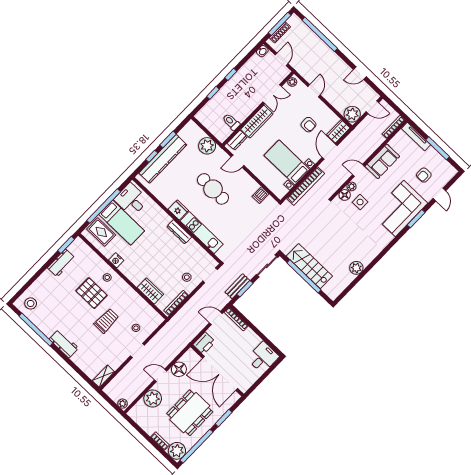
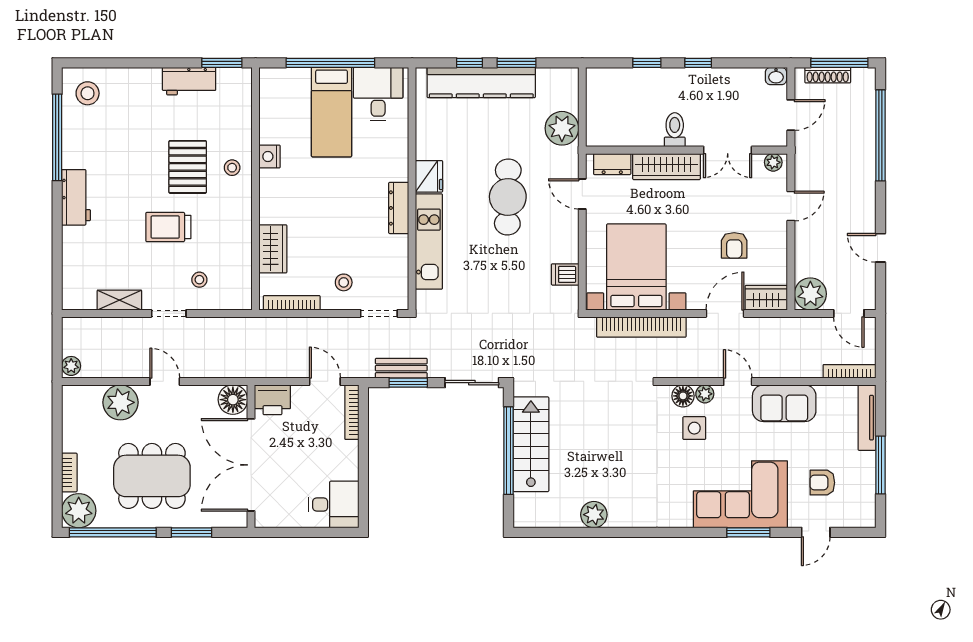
toilet: (231, 122) -> (675, 130), moved
bed with nightstands: (287, 162) -> (636, 267), width x1.36
rug: (101, 232) -> (289, 95), removed
trolley: (106, 321) -> (168, 227), turned 180
floor lamp: (179, 369) -> (233, 400), moved
shelving: (103, 376) -> (119, 300), moved

